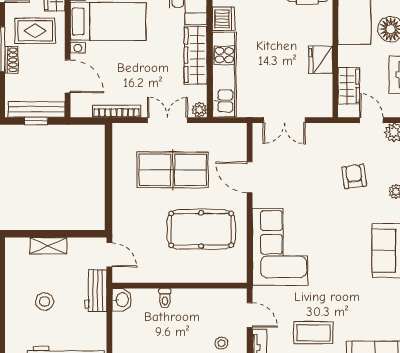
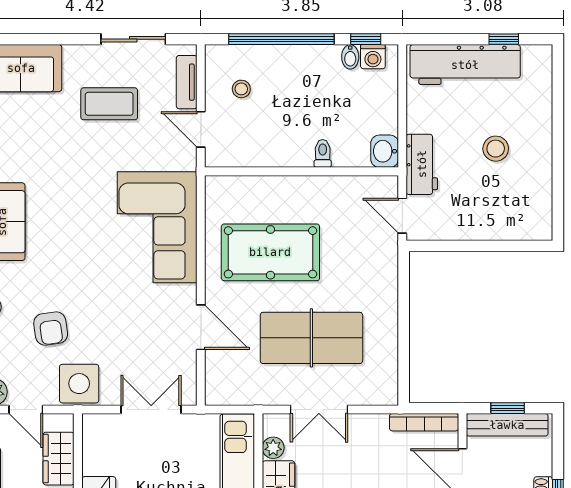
plant: (199, 110) -> (273, 448), moved
bookcase: (116, 111) -> (424, 422), moved
side table: (334, 138) -> (79, 384), added
shelving: (48, 246) -> (490, 229), removed

